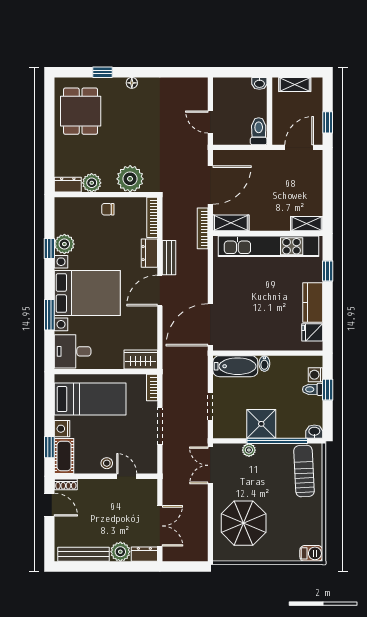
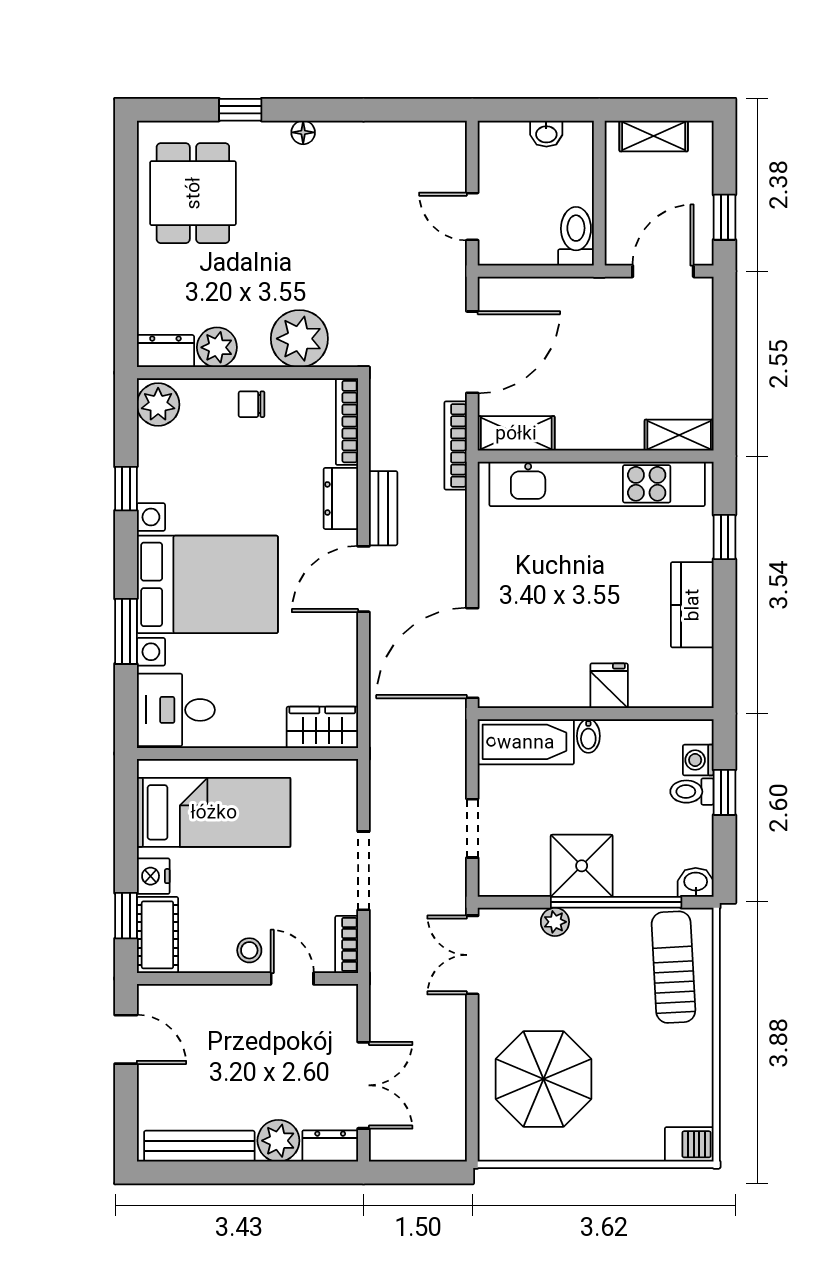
washbasin: (259, 83) -> (546, 134), moved
plant: (64, 244) -> (158, 405), moved
fridge: (312, 332) -> (609, 686), moved, turned 90
bookcase: (152, 387) -> (347, 944), moved
shoe rack: (66, 484) -> (161, 996), removed

